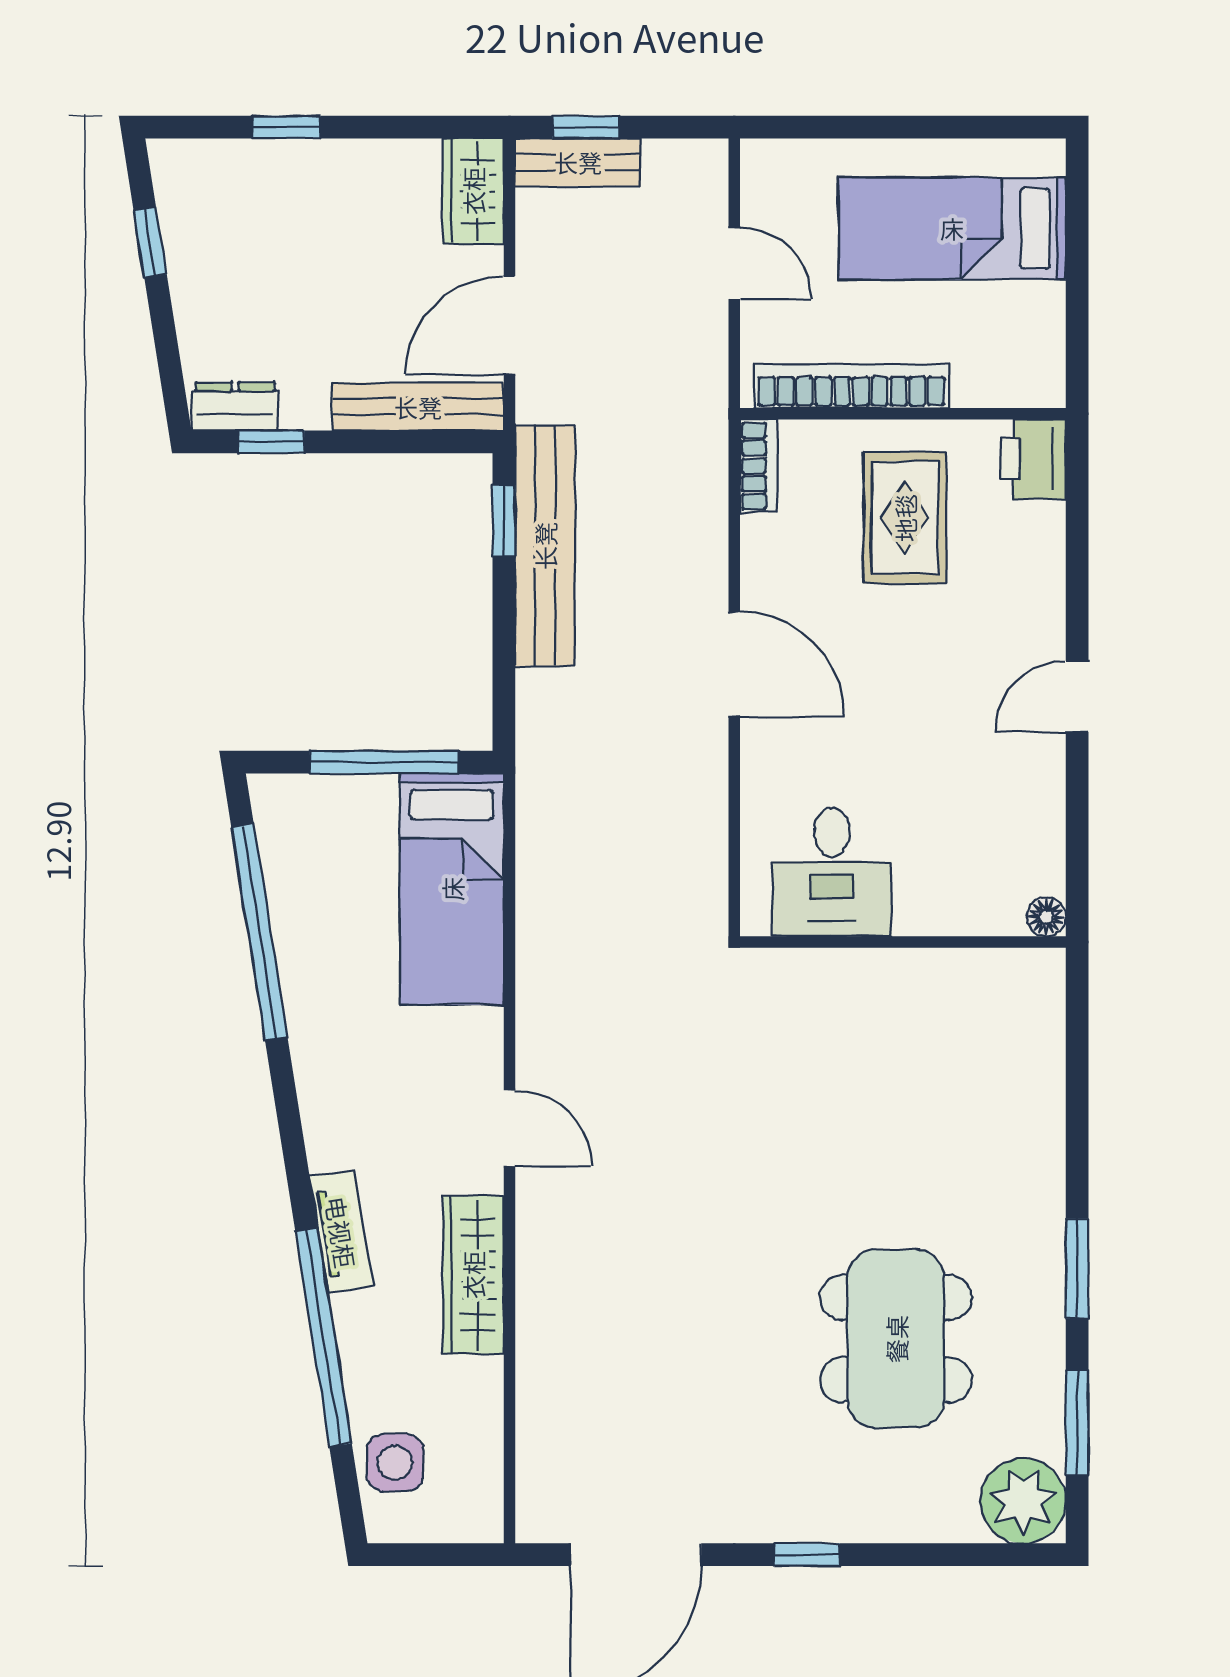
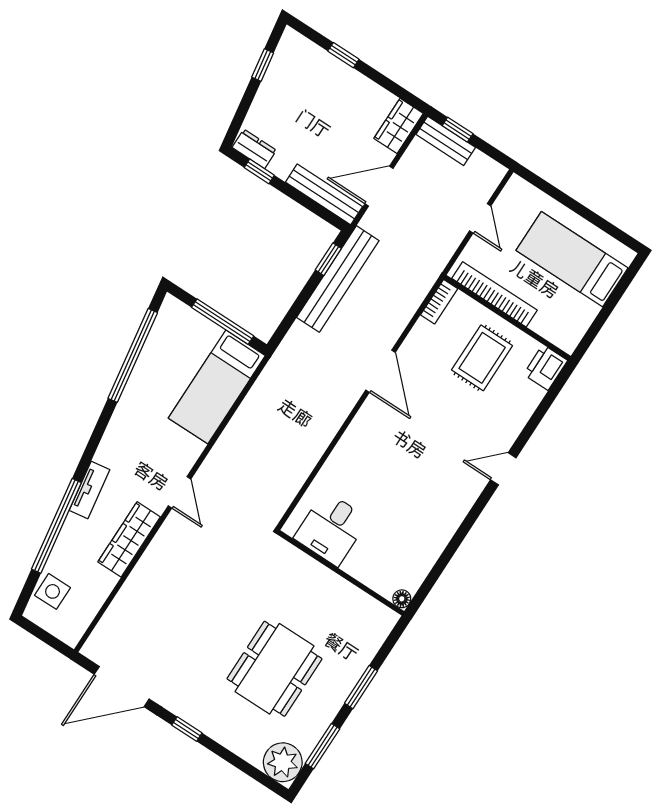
desk: (832, 872) -> (331, 529), moved
floor lamp: (1046, 917) -> (402, 599), moved
wall: (903, 942) -> (341, 573), moved

